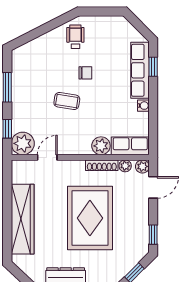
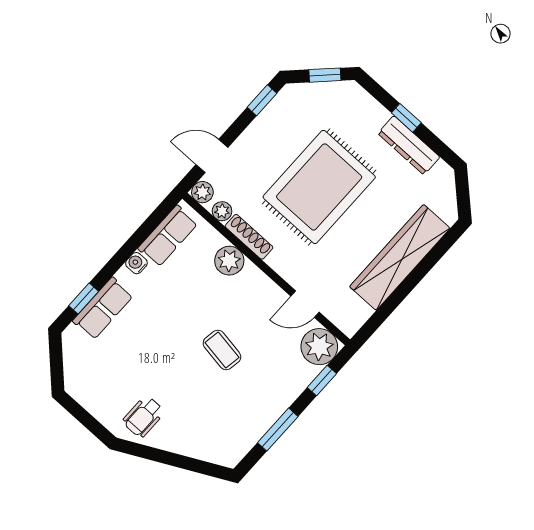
row of seats: (140, 70) -> (103, 308), width x0.68
chair: (85, 73) -> (170, 363), removed
row of seats: (130, 146) -> (168, 236), moved, turned -90

